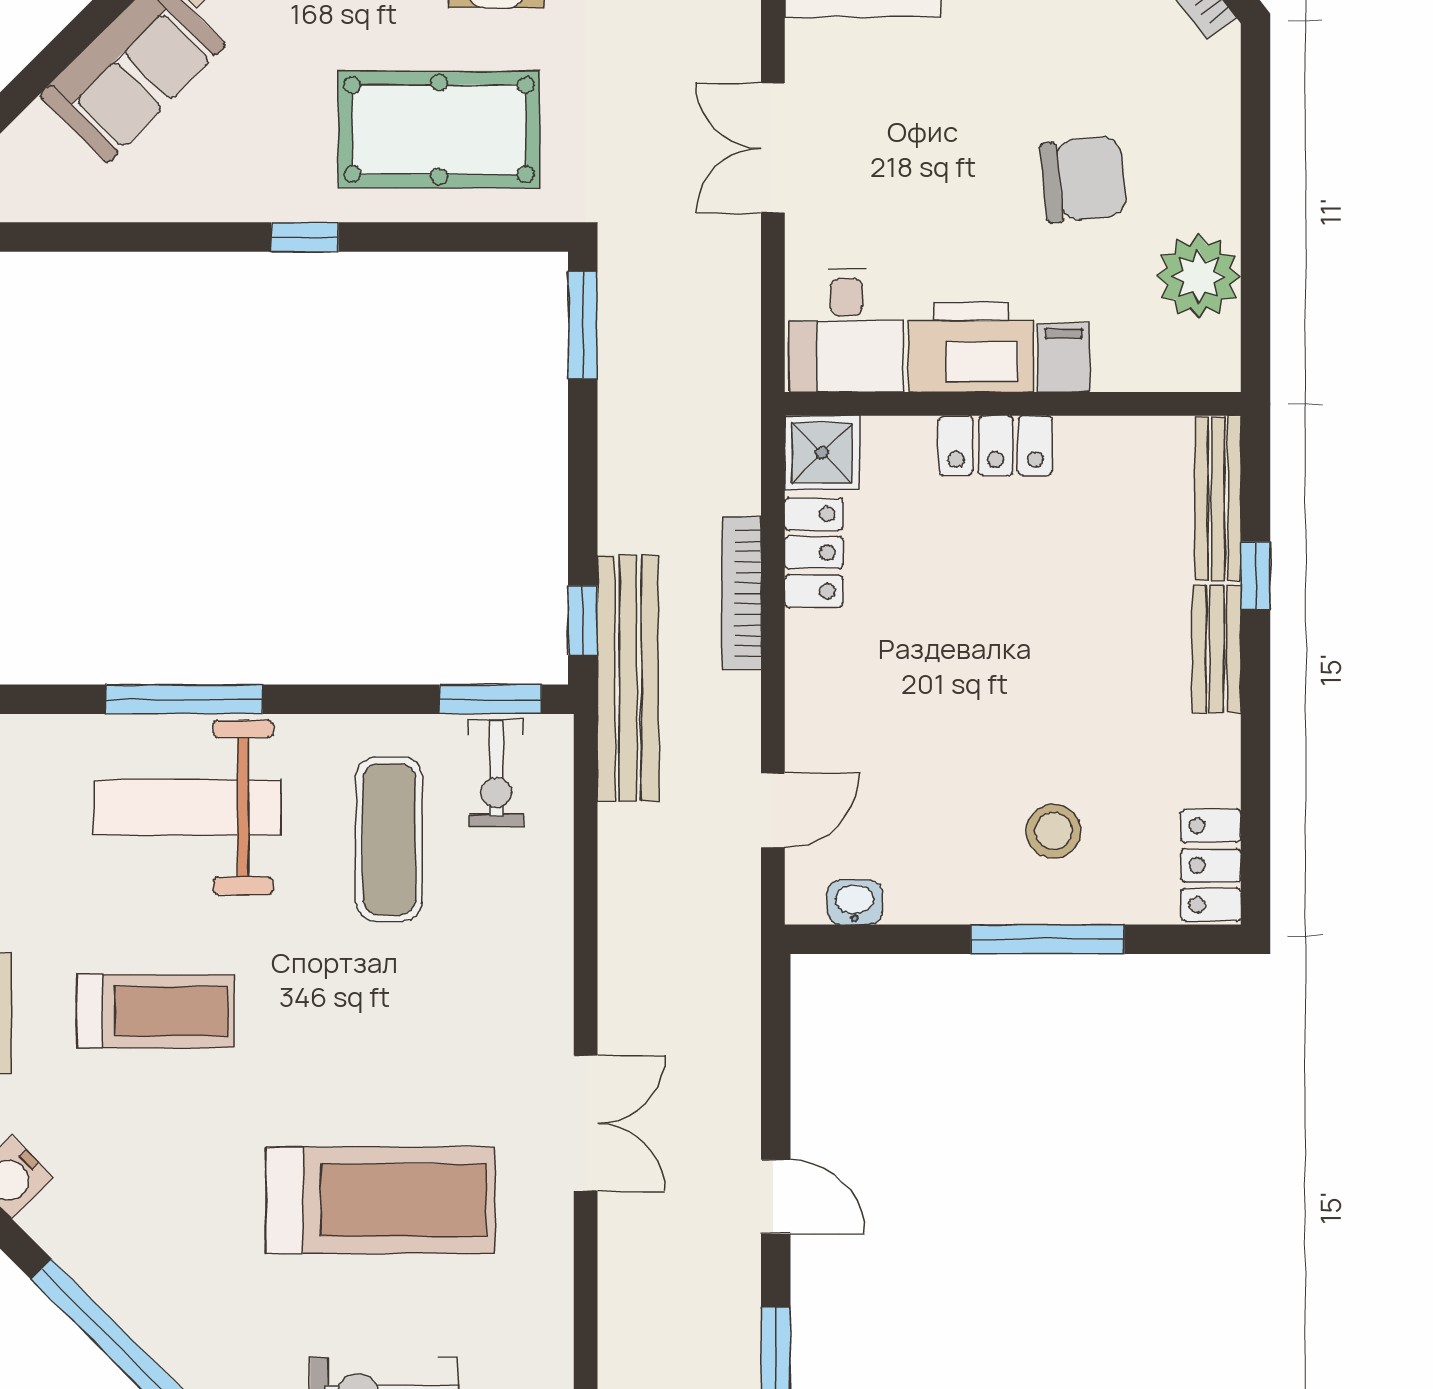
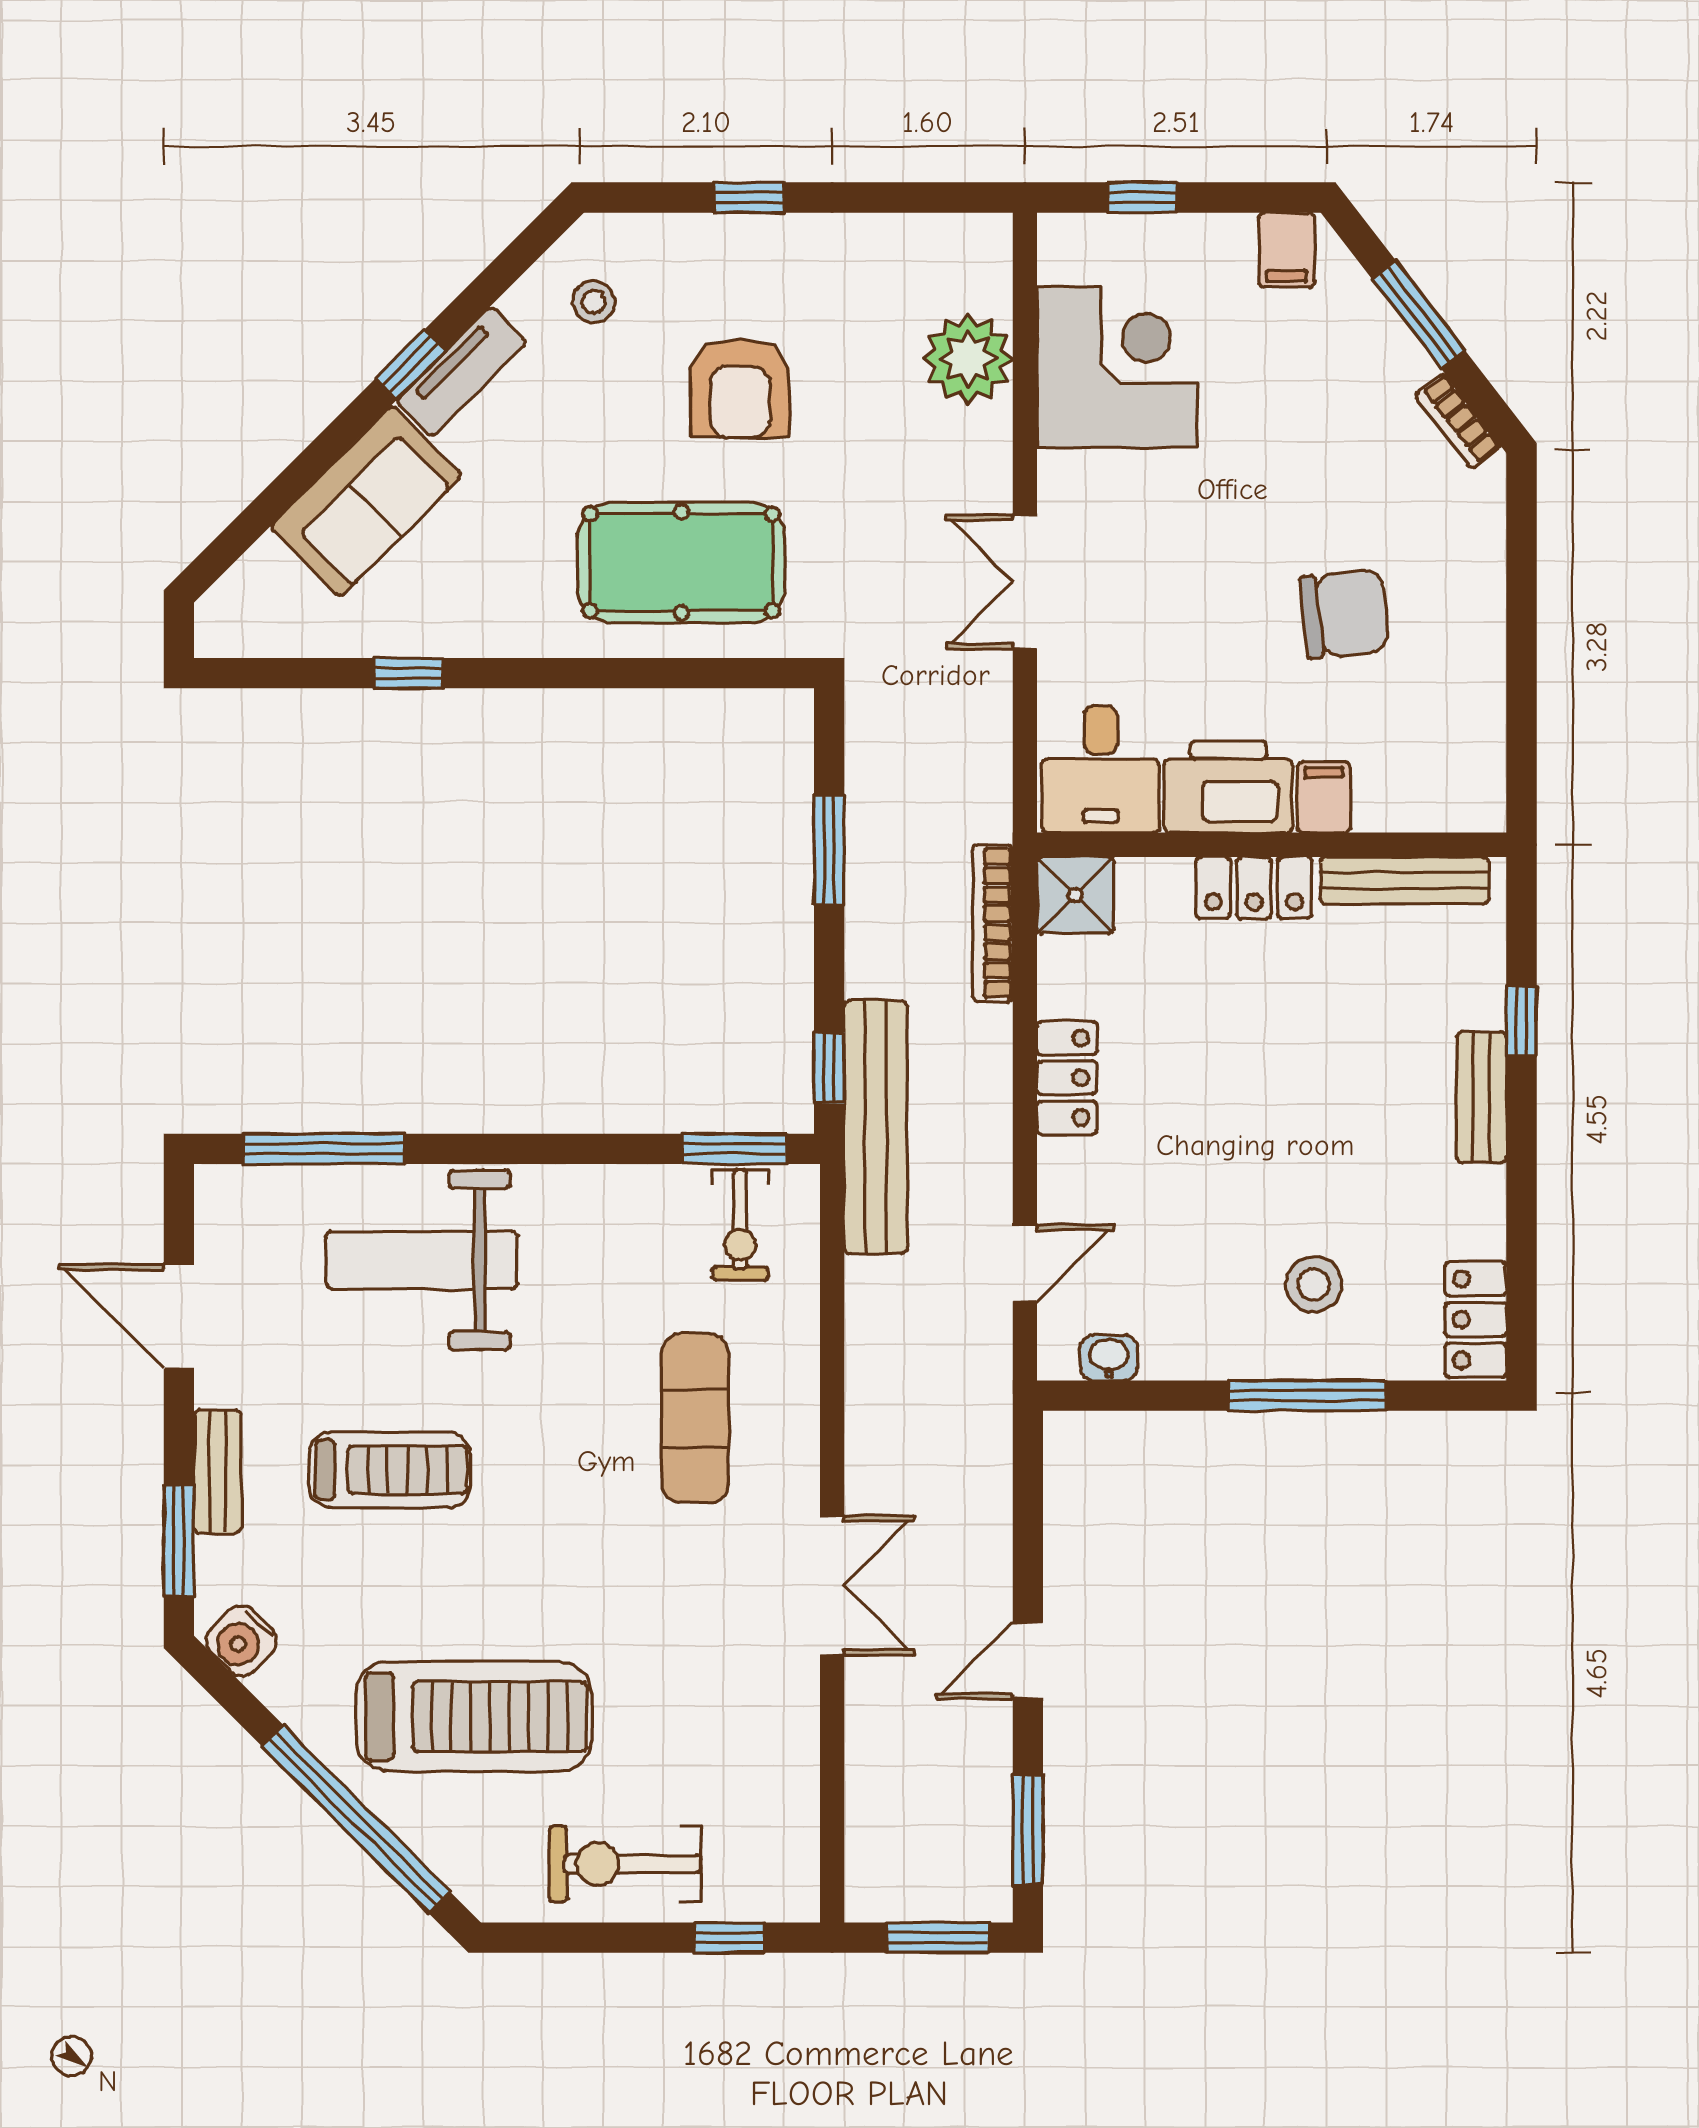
window: (305, 237) -> (408, 673), moved
plant: (1199, 277) -> (1463, 714), removed
window: (583, 325) -> (829, 850), moved
bench: (1218, 499) -> (1404, 880), moved, turned 90
locker: (814, 553) -> (1067, 1078), moved
bookcase: (742, 594) -> (993, 923), moved
window: (184, 699) -> (324, 1149), moved
exercise mat: (389, 839) -> (695, 1418), moved
door: (776, 1197) -> (1028, 1661), swing flipped
treadmill: (381, 1200) -> (474, 1716), moved

